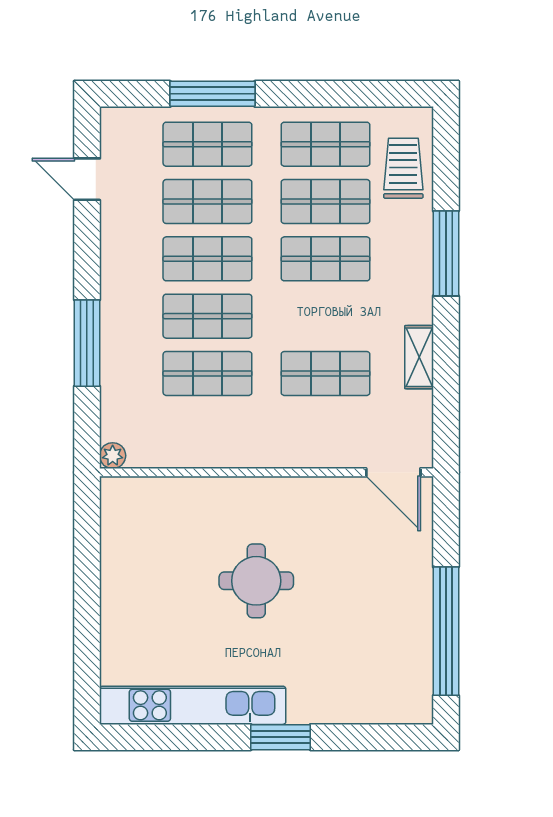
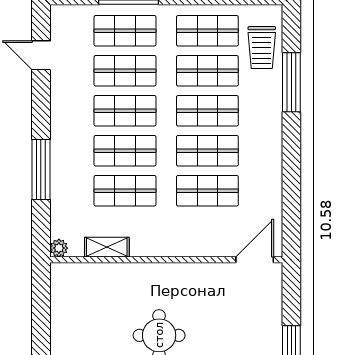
trolley: (403, 168) -> (262, 48), turned 180
window: (446, 253) -> (291, 82), moved
shop shelf: (326, 316) -> (207, 151), added
shelving: (419, 357) -> (107, 247), moved, turned 90
door: (393, 472) -> (255, 260), swing flipped

